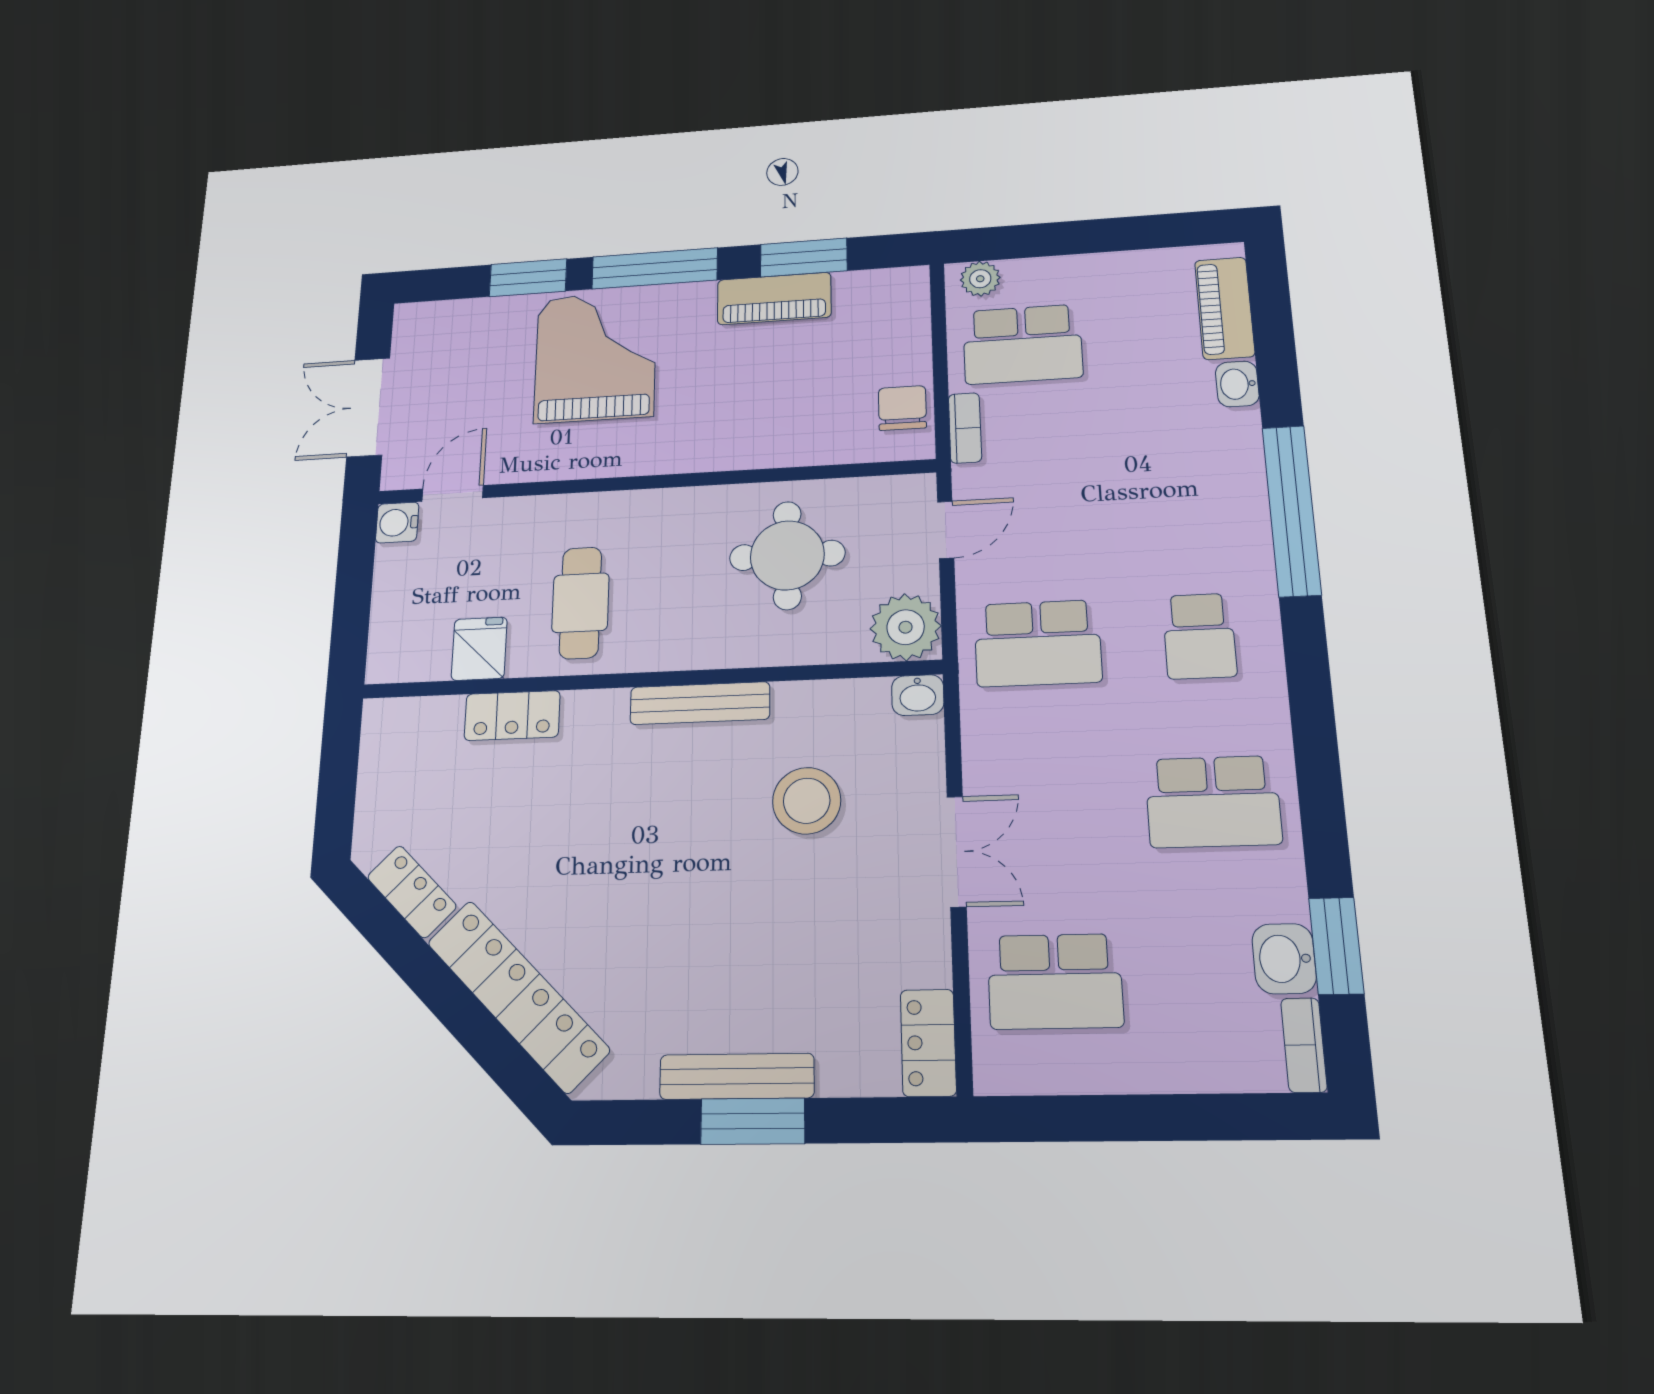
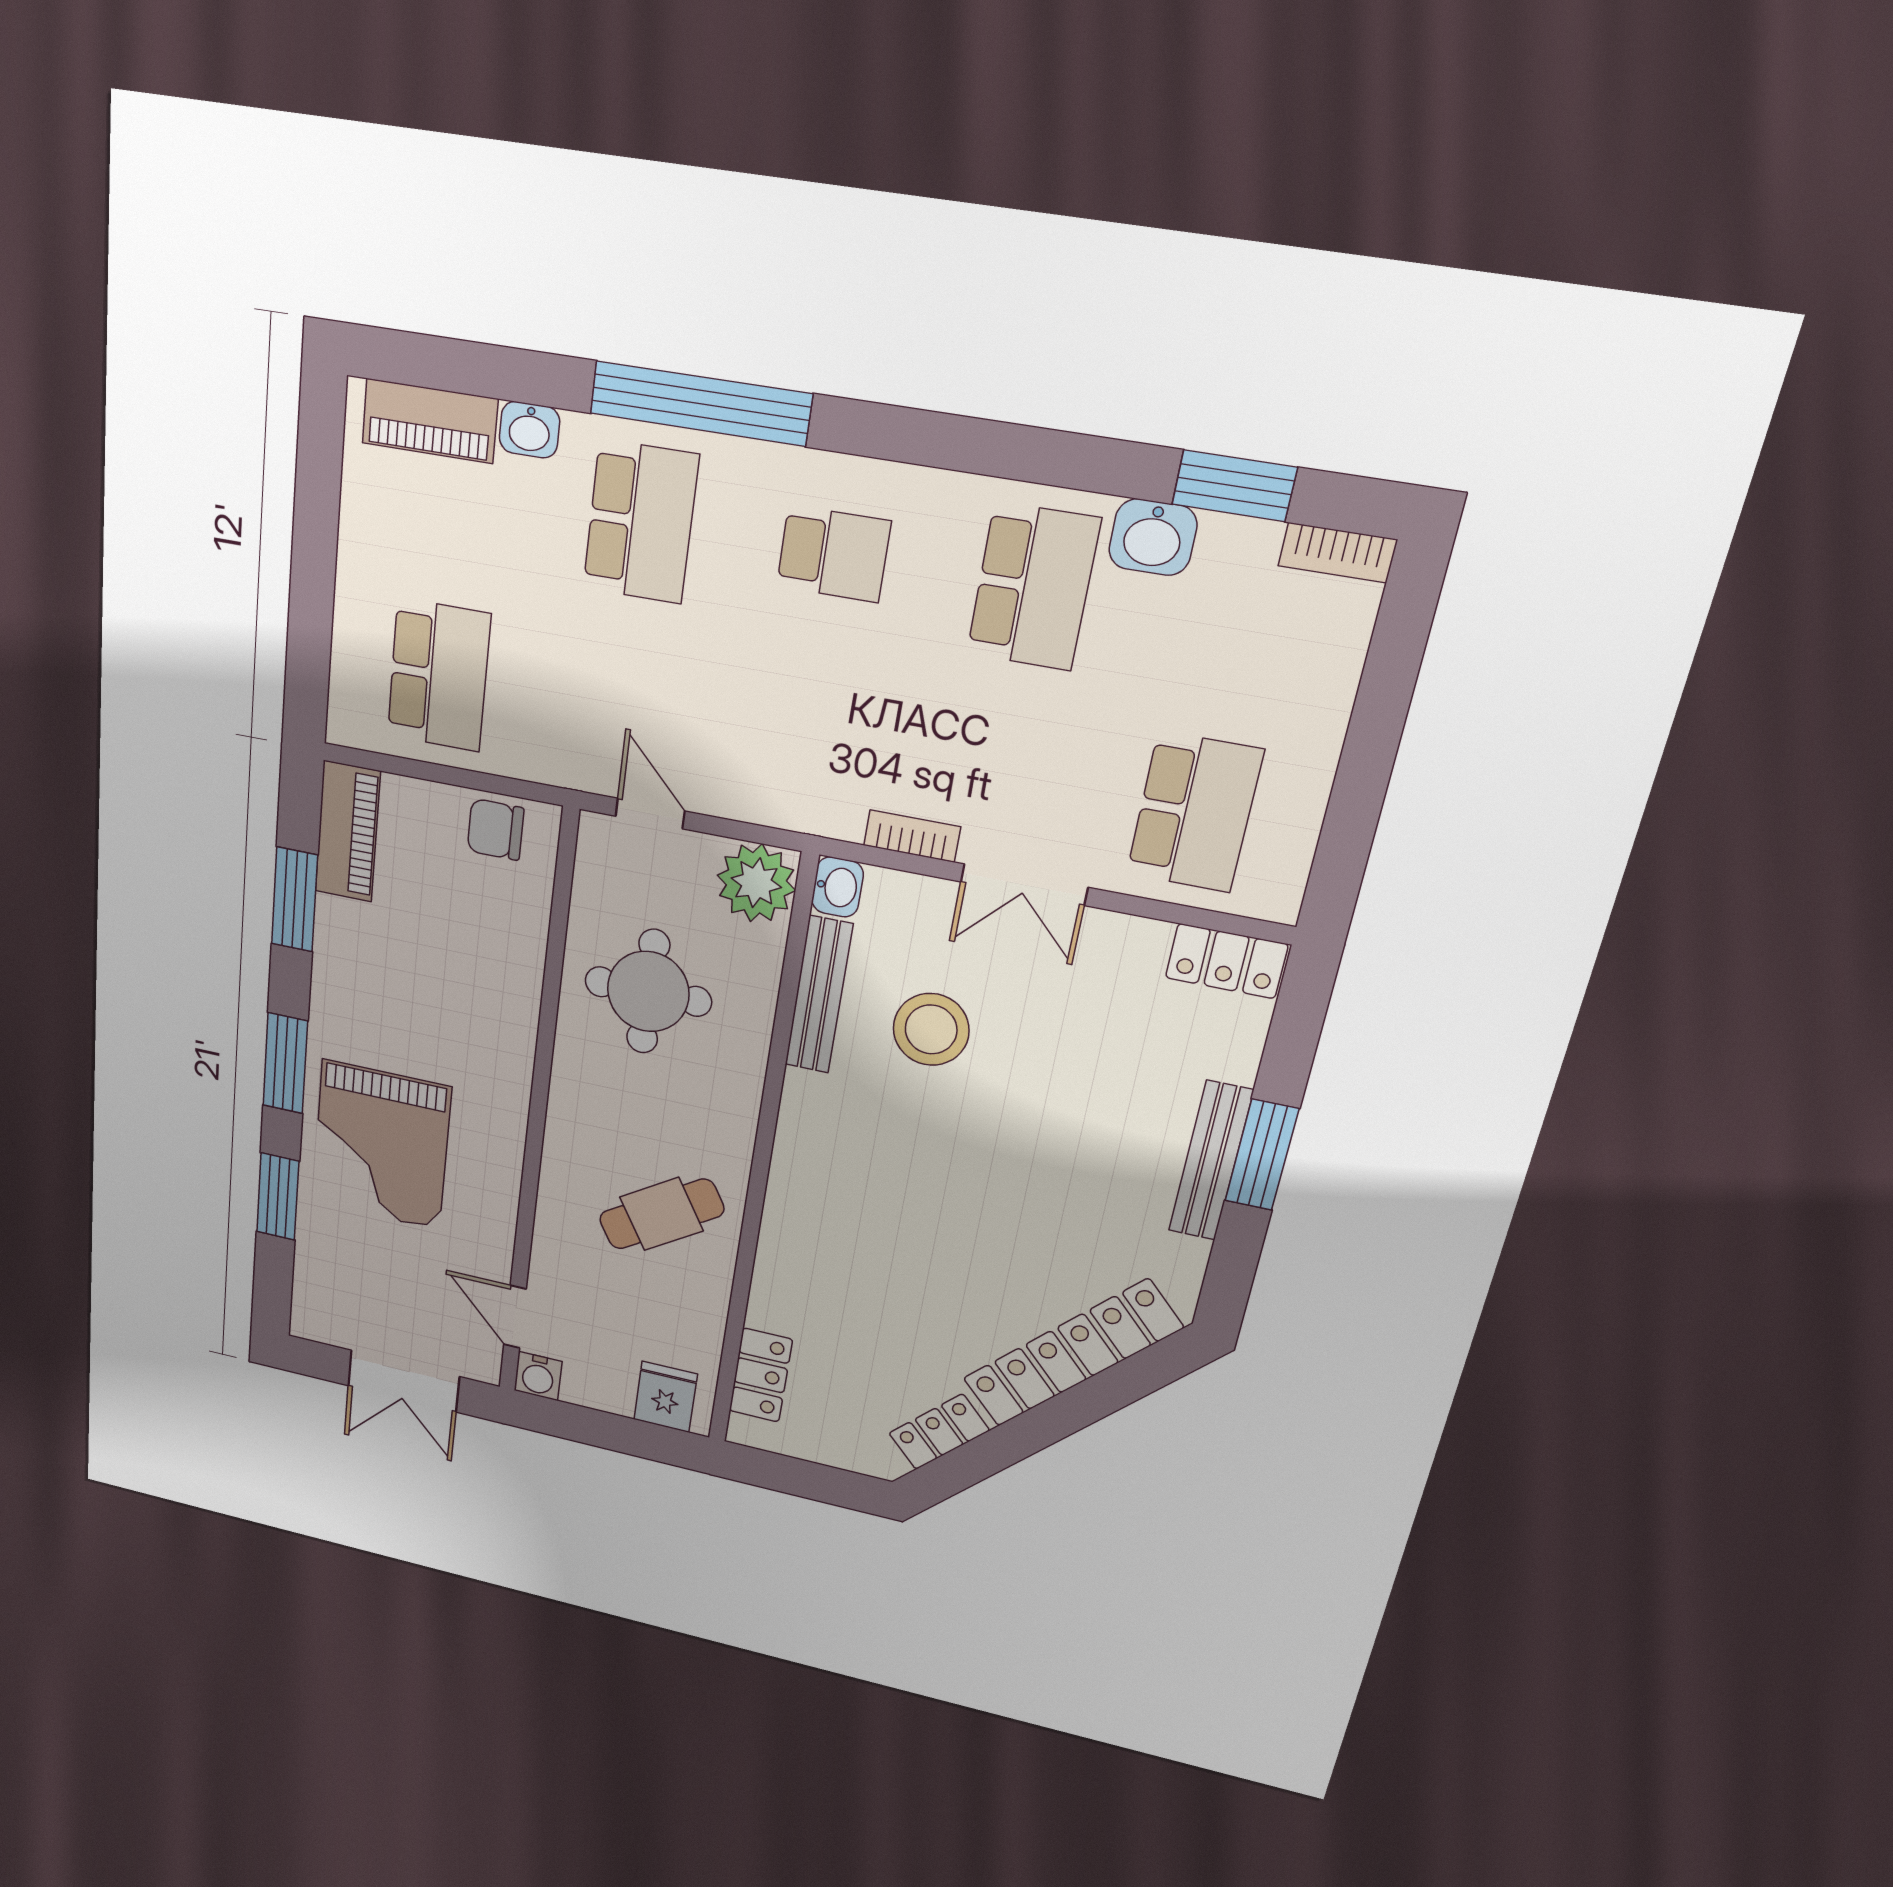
window: (655, 268) -> (285, 1063), width x0.69
plant: (980, 279) -> (349, 705), removed
piano: (774, 299) -> (348, 832), moved
grand piano: (595, 357) -> (381, 1145), turned -90
bookcase: (965, 428) -> (912, 836), moved
cafe table: (580, 603) -> (661, 1214), turned -32
school desk: (1038, 643) -> (641, 522), moved
fridge: (479, 649) -> (665, 1397), moved, turned 90
bench: (700, 703) -> (819, 995), moved
locker: (512, 716) -> (761, 1375), moved
double door: (957, 851) -> (1024, 885), swing flipped
washbasin: (1284, 959) -> (1153, 537), moved

